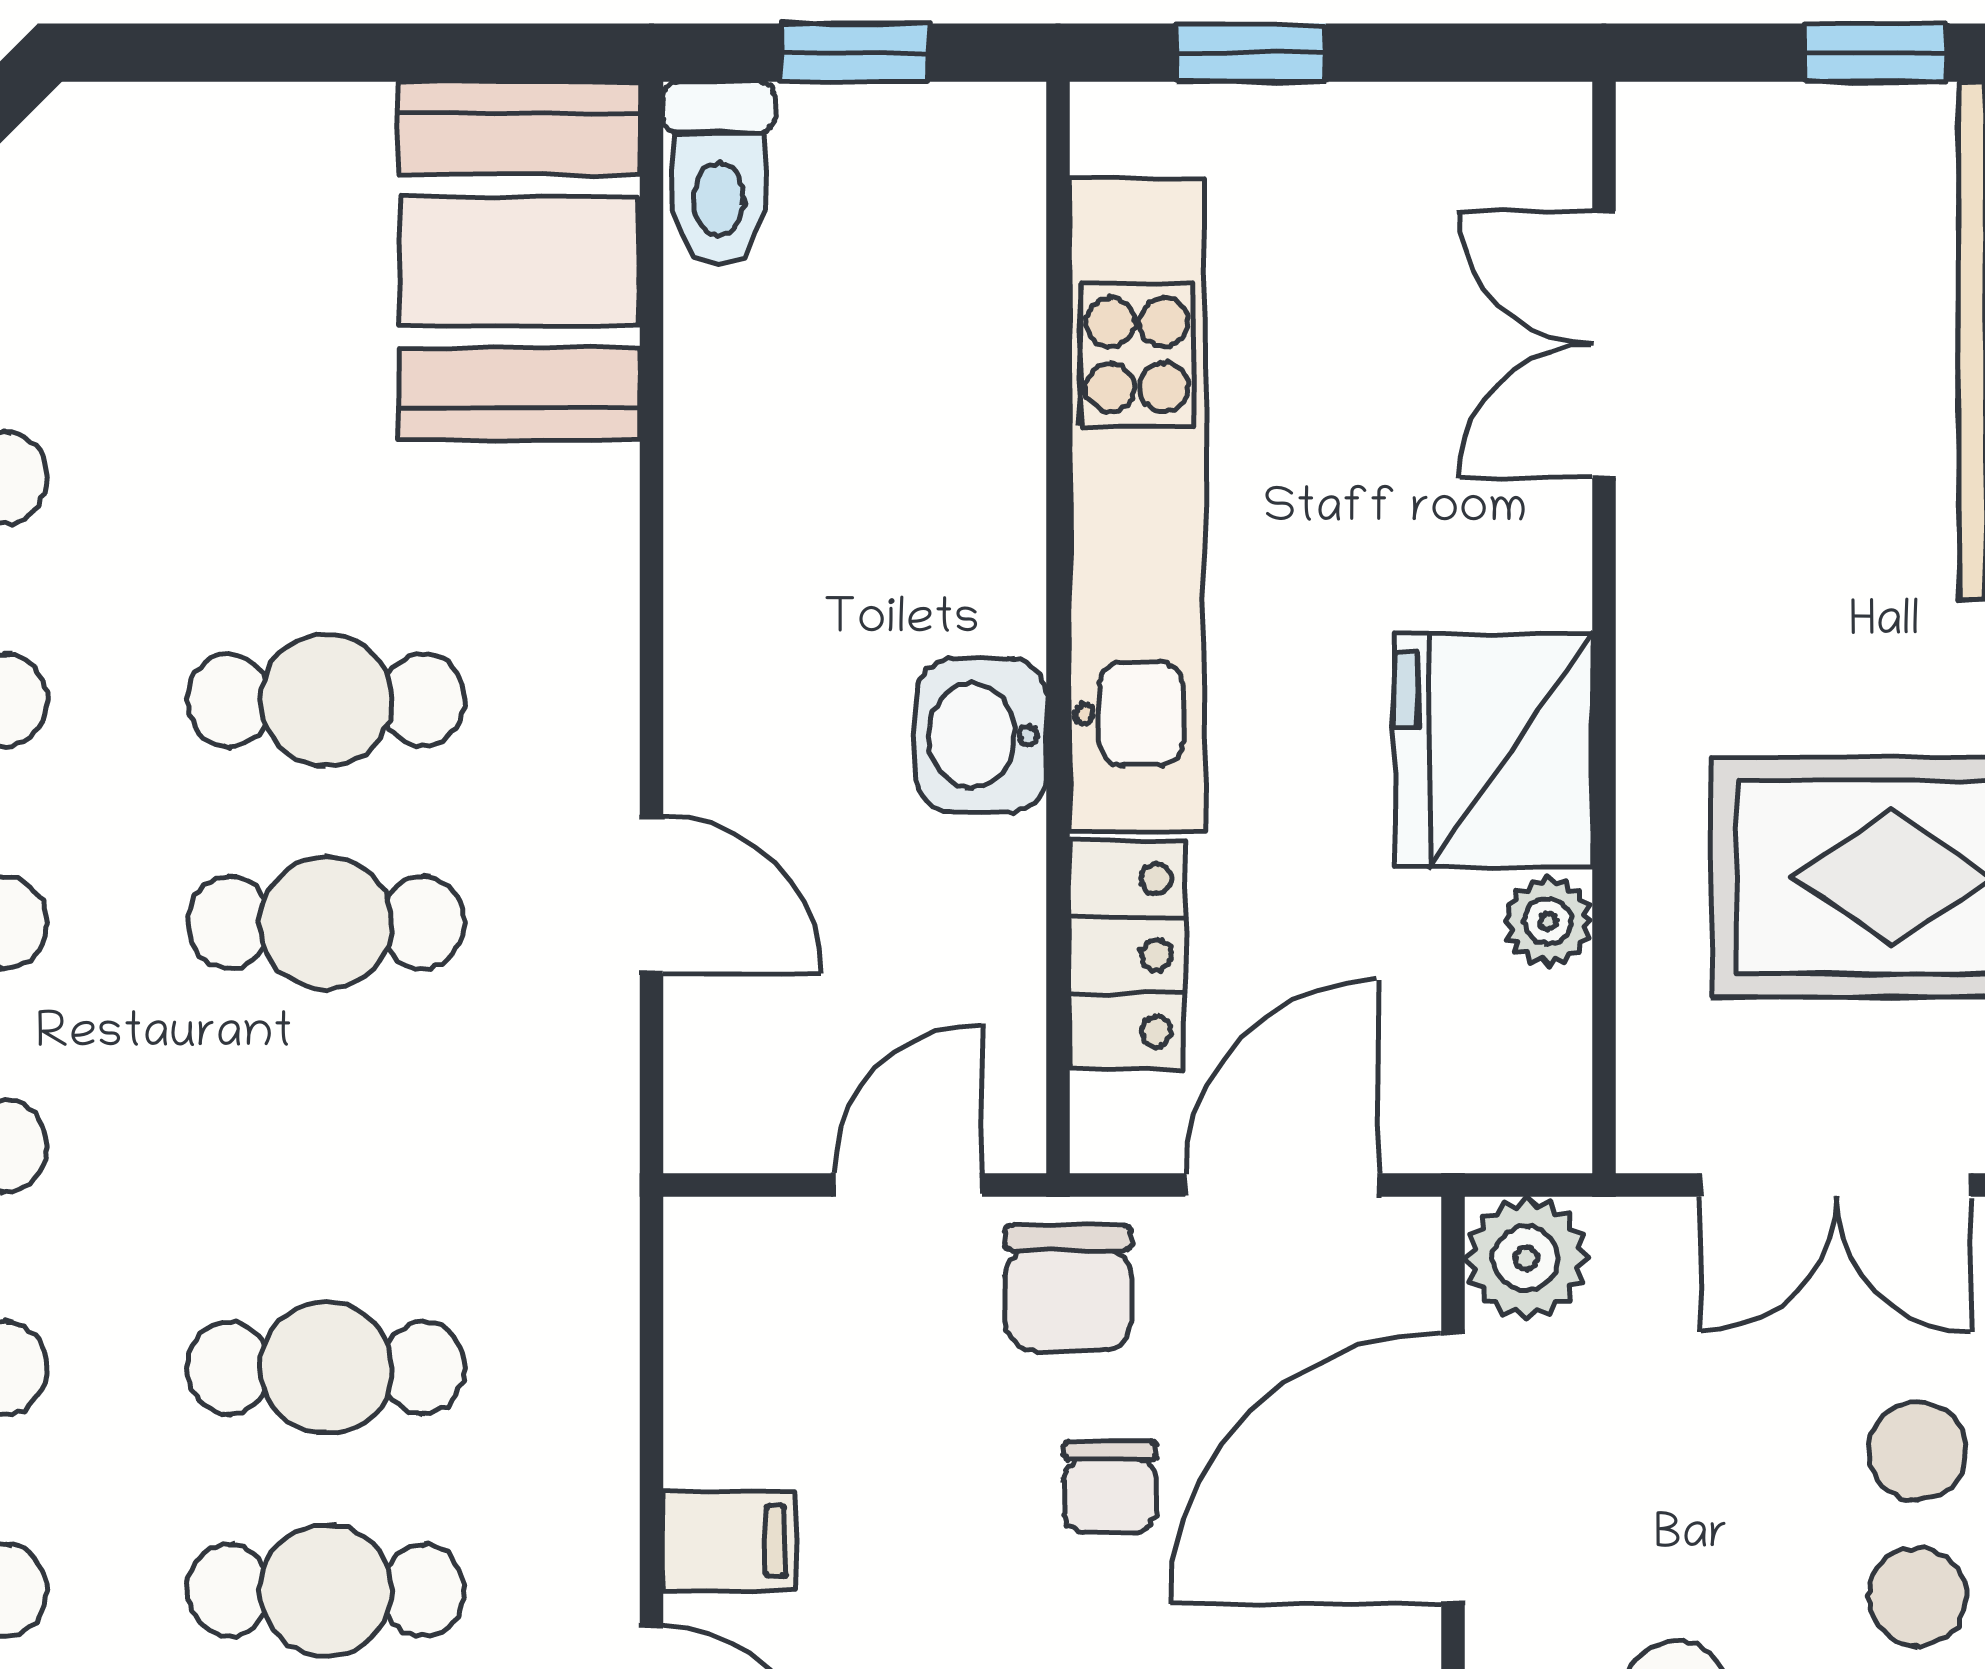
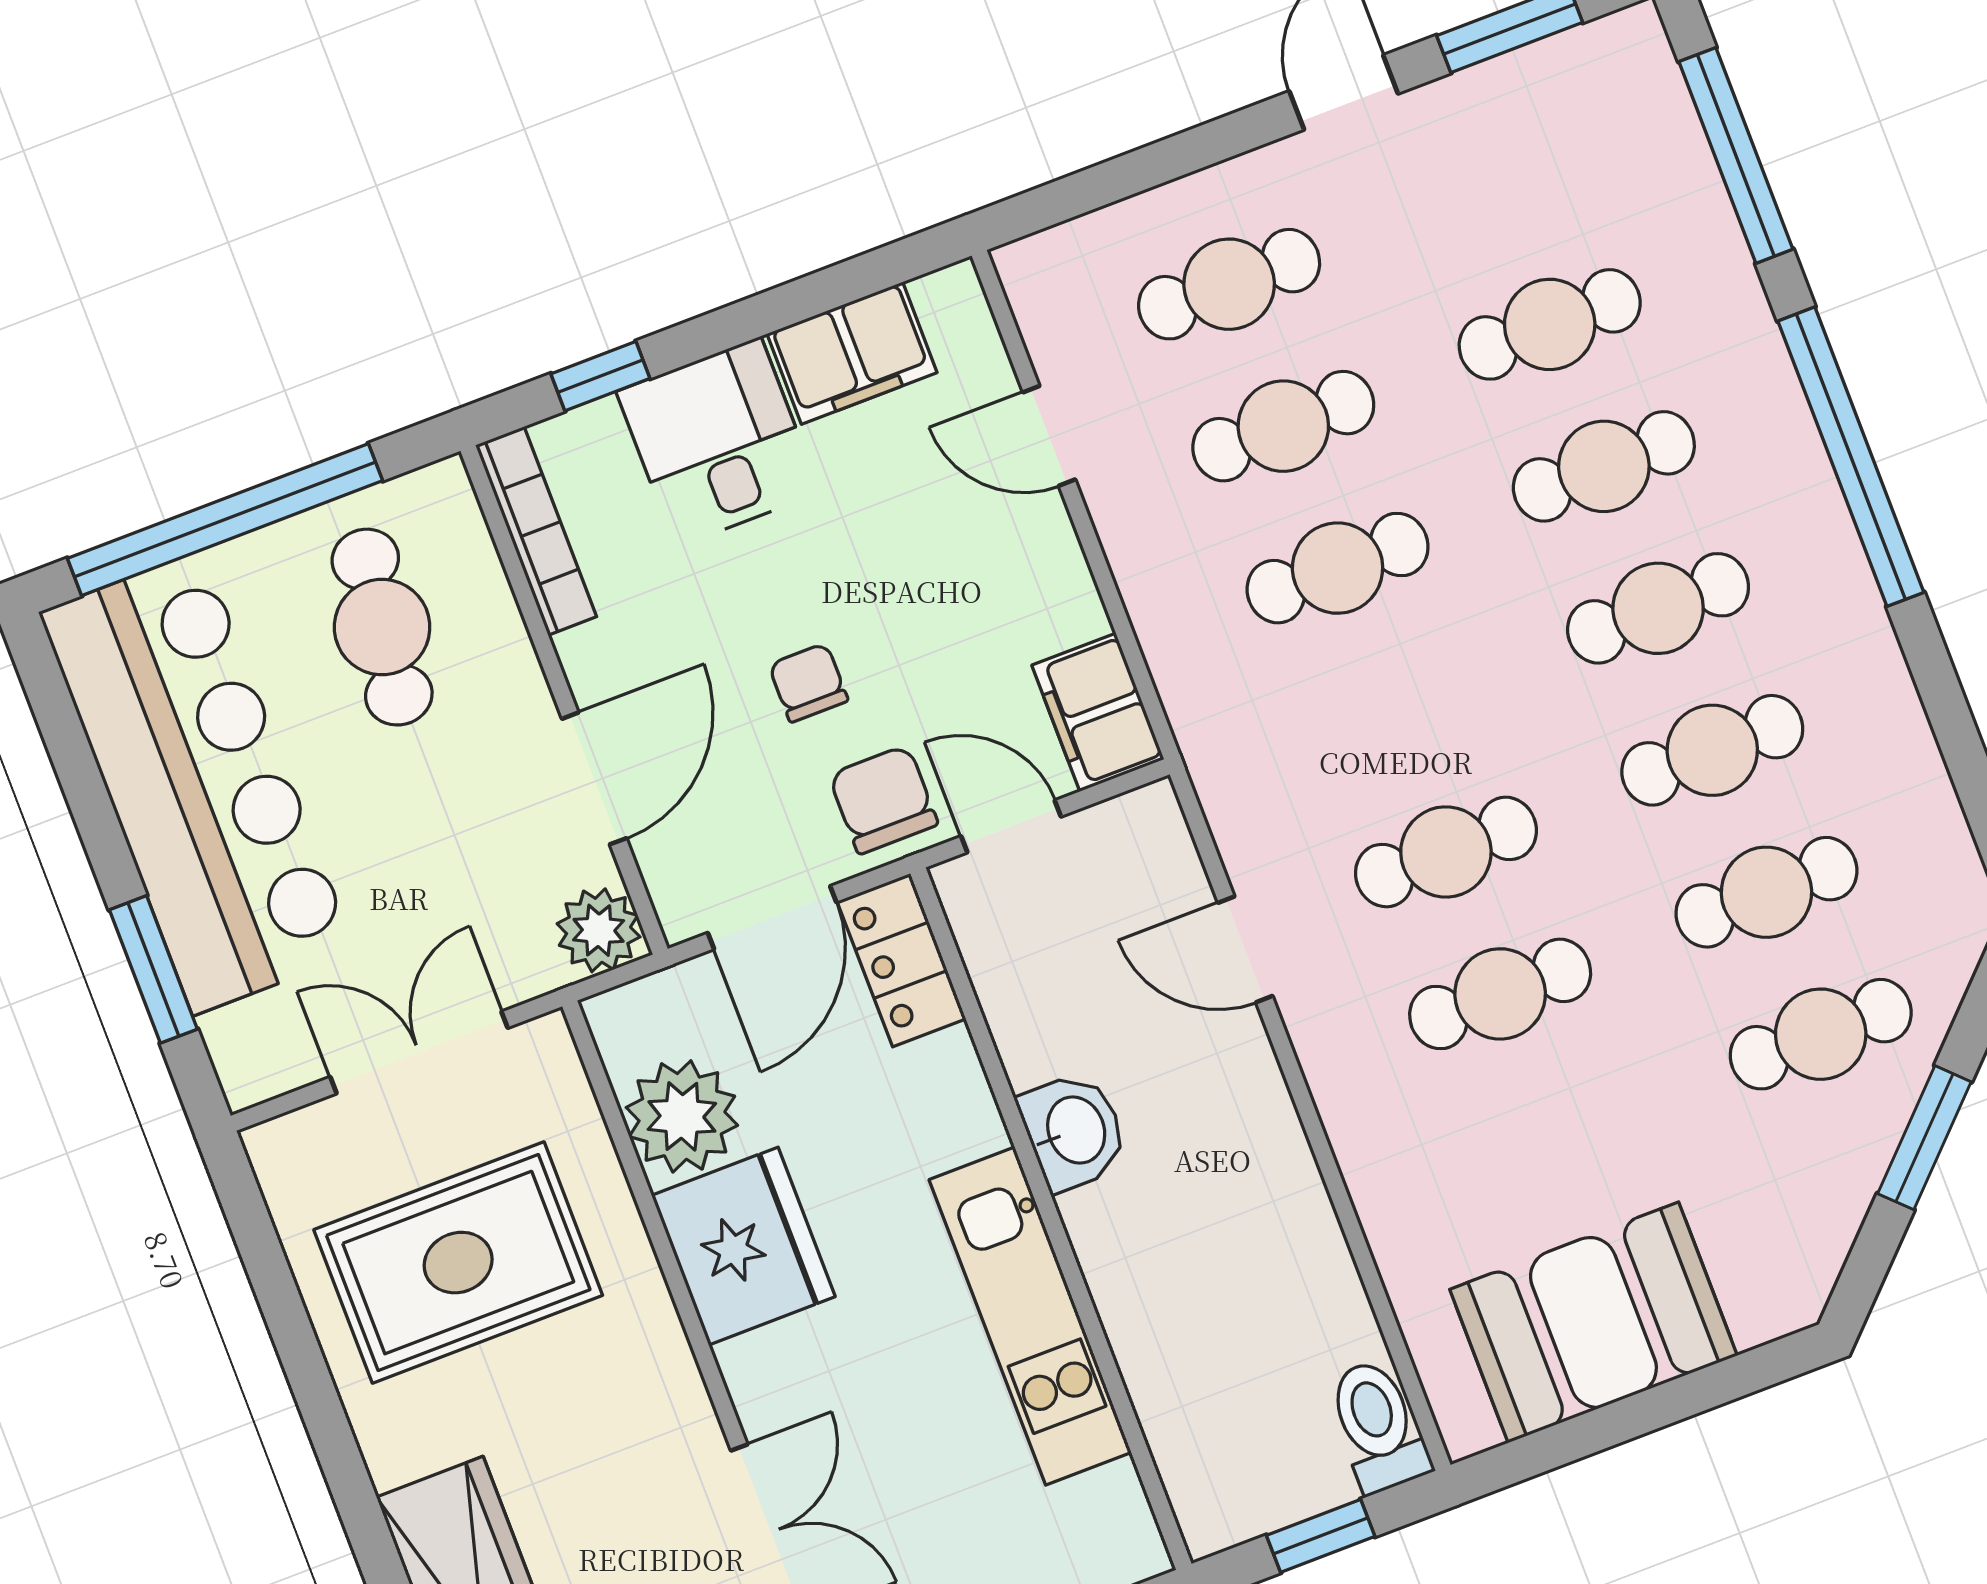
booth: (519, 261) -> (1593, 1322), moved, turned 90
kitchen unit: (1137, 505) -> (1030, 1316), width x0.73
plant: (1548, 921) -> (682, 1116), width x1.88, depth x1.88
locker: (1127, 955) -> (902, 960), moved
door: (908, 1185) -> (1011, 826), swing flipped
door: (1453, 1468) -> (594, 778), width x0.73
filing cabinet: (729, 1541) -> (1098, 712), moved, width x2.00

